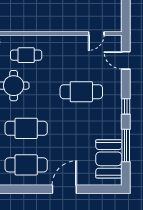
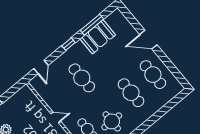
door: (96, 33) -> (56, 117), moved
booth: (109, 159) -> (98, 37), moved

